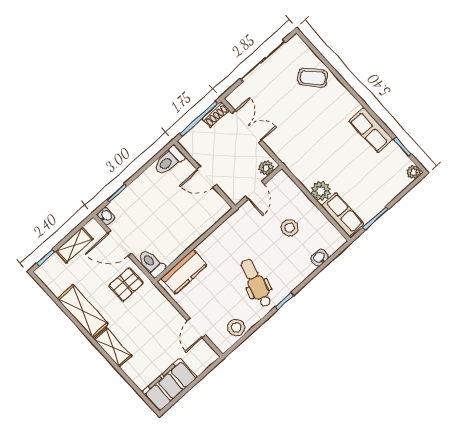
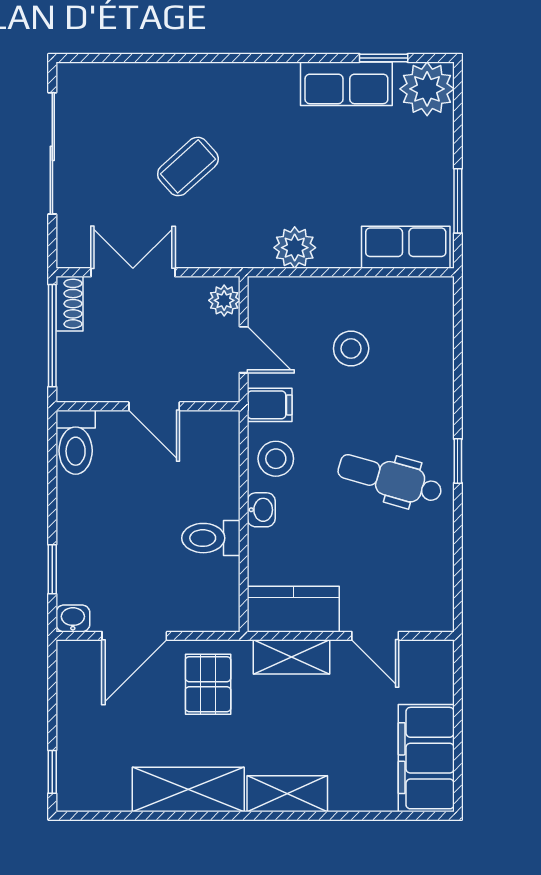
coffee table: (313, 78) -> (188, 166), moved
row of seats: (371, 130) -> (346, 84), moved
plant: (414, 172) -> (427, 89), width x1.88, depth x1.88
door: (207, 177) -> (154, 406), hinge flipped
plant: (321, 191) -> (295, 248), moved
filing cabinet: (244, 217) -> (270, 405), added
shelving: (74, 245) -> (291, 657), moved, turned 90
washbasin: (320, 258) -> (261, 510), moved, turned 180
toilet: (151, 263) -> (211, 538), moved
kitchen counter: (184, 272) -> (293, 609), moved, turned -90
stool: (236, 327) -> (276, 459), moved

